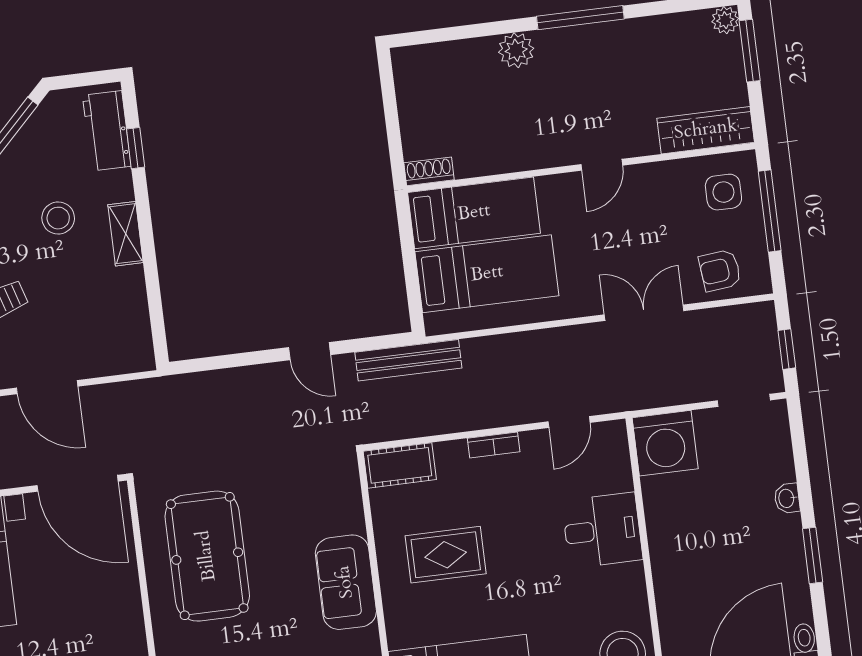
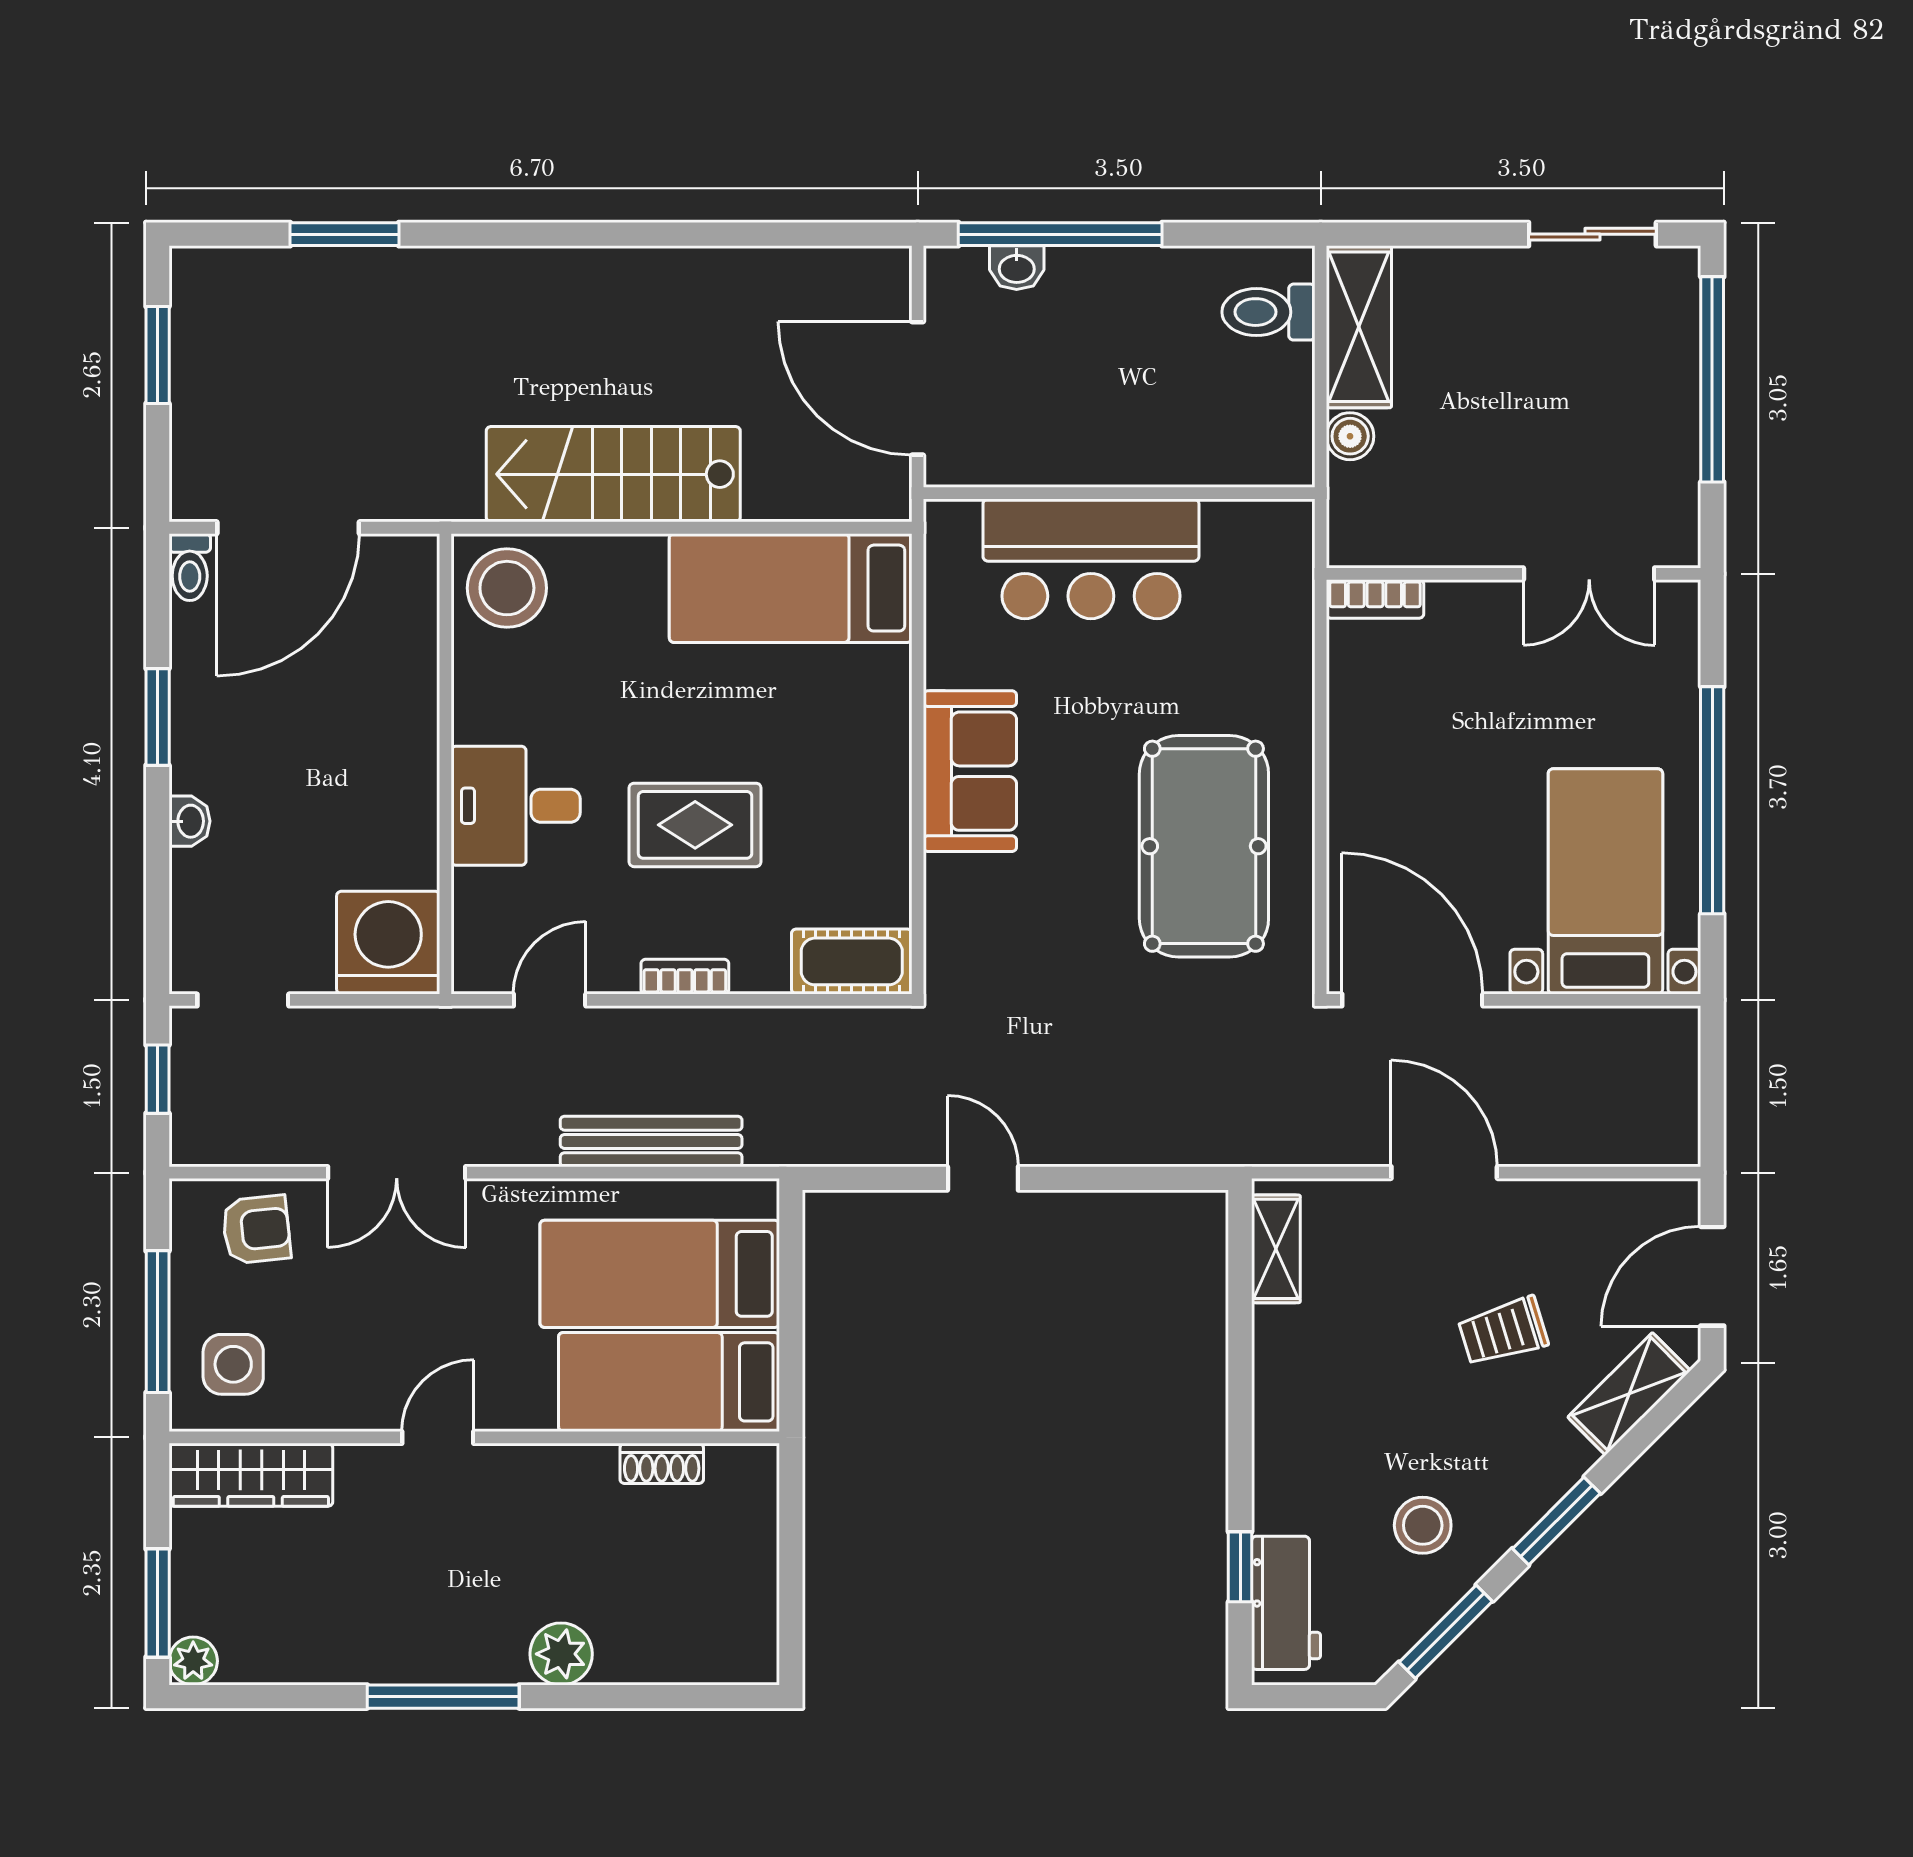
shoe rack: (429, 171) -> (662, 1463), moved
stool: (58, 218) -> (1423, 1525), moved
shelving: (126, 234) -> (1276, 1249), moved
bench: (408, 360) -> (651, 1141), moved
rug: (446, 555) -> (695, 825), moved

